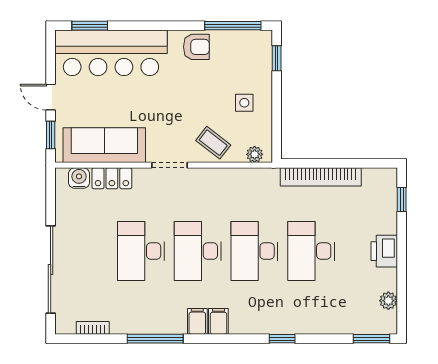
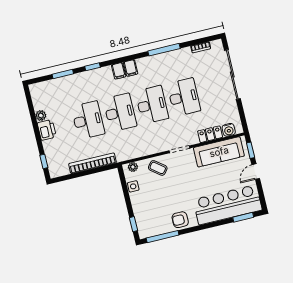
door: (51, 97) -> (256, 172), swing flipped
side table: (244, 103) -> (133, 186), moved
plant: (388, 301) -> (41, 115), moved
filing cabinet: (197, 321) -> (119, 71), moved
window: (372, 339) -> (63, 74), moved

